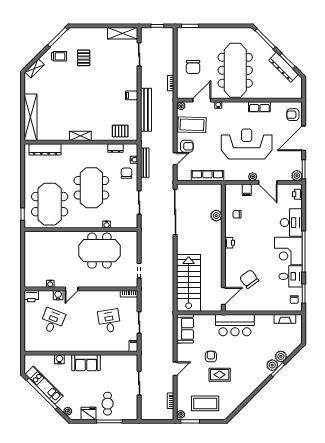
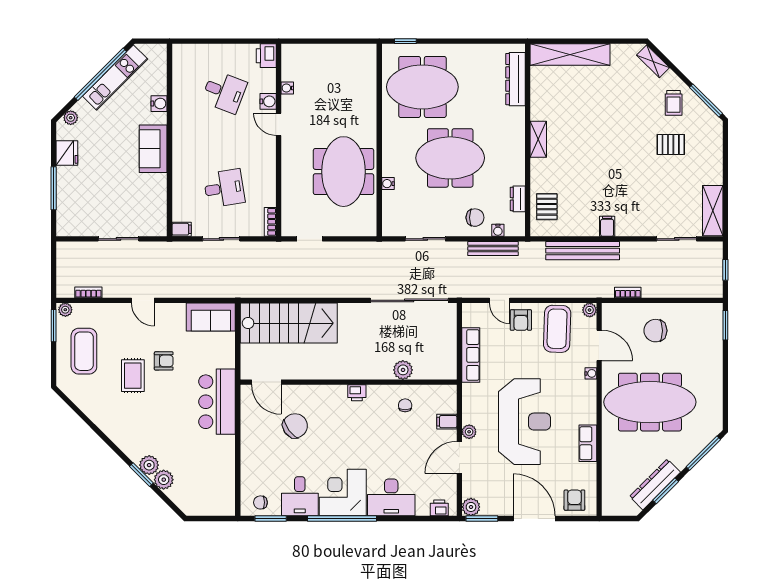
fireplace: (285, 319) -> (227, 487), removed
cafe table: (108, 404) -> (84, 185), removed

